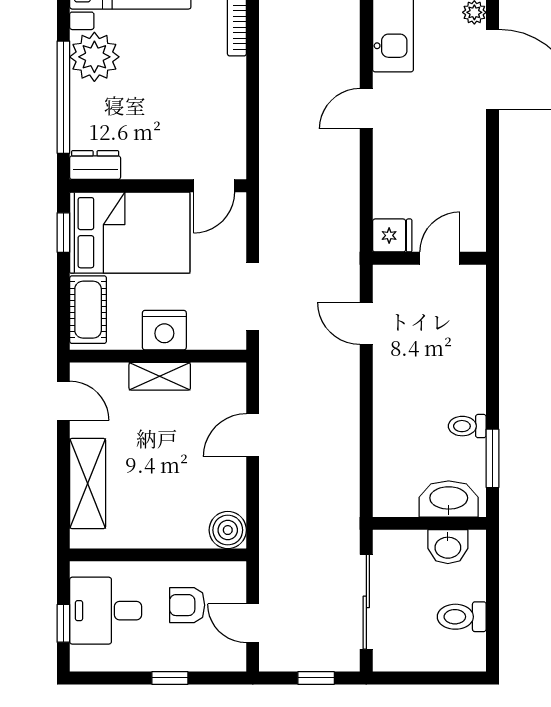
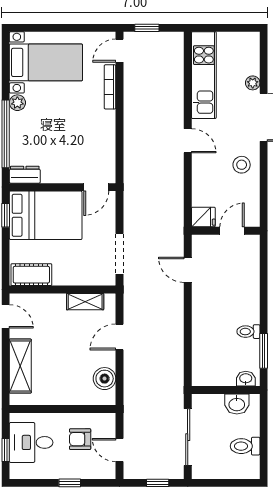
plant: (94, 57) -> (17, 103), width x0.53, depth x0.53
door: (366, 109) -> (188, 141), swing flipped
stool: (456, 148) -> (242, 165), added
cot: (88, 310) -> (31, 275), moved, turned 90
nightstand: (164, 330) -> (66, 274), removed
shelving: (160, 376) -> (85, 302), moved
washbasin: (449, 499) -> (246, 379), width x0.52, depth x0.69
boiler: (228, 530) -> (105, 379), moved

